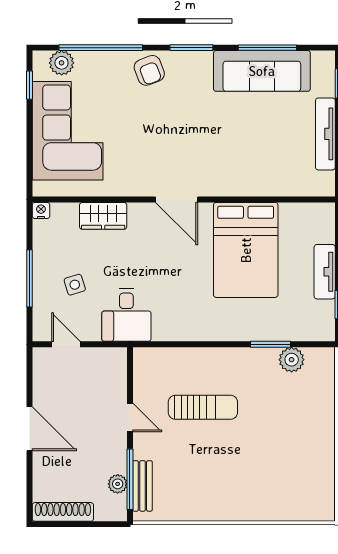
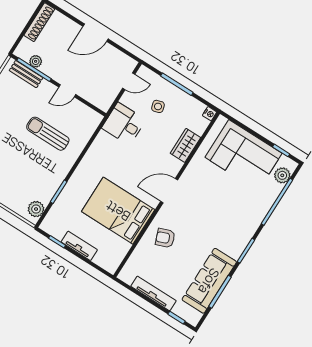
armchair: (149, 70) -> (165, 238), moved
plant: (292, 360) -> (36, 209), moved
sun lounger: (203, 407) -> (48, 134), turned 90

